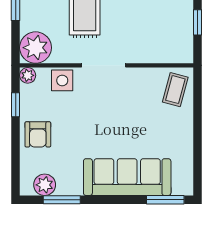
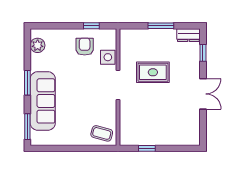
plant: (36, 48) -> (130, 39), removed
plant: (28, 75) -> (111, 34), removed
armchair: (38, 134) -> (85, 47), moved, turned 90
window: (62, 200) -> (27, 83), moved

